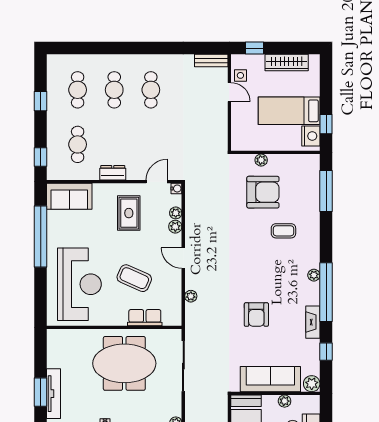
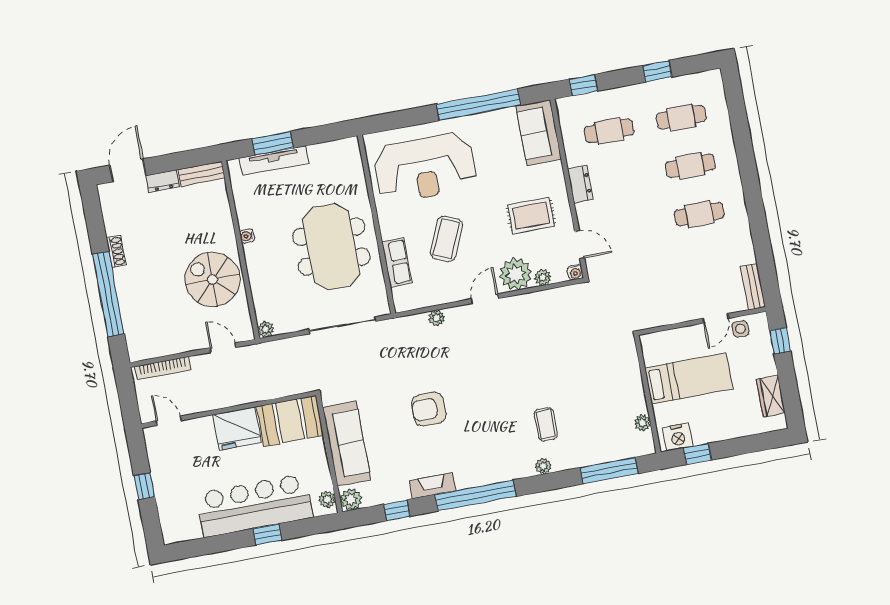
wardrobe: (287, 62) -> (771, 396), width x0.67
bed: (289, 111) -> (689, 378), moved, turned 90
plant: (261, 160) -> (642, 423), moved
armchair: (263, 192) -> (592, 387), removed
plant: (175, 227) -> (516, 274), width x1.88, depth x1.88
plant: (314, 275) -> (543, 466), moved
plant: (285, 401) -> (327, 499), moved

